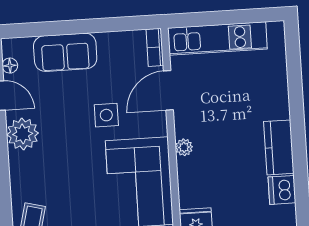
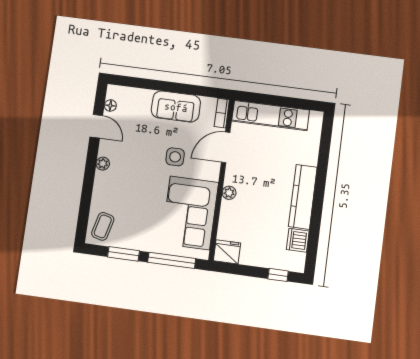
sofa: (65, 52) -> (176, 107), moved
plant: (23, 134) -> (103, 164), width x0.53, depth x0.53
kitchen counter: (279, 147) -> (303, 197), width x1.50

